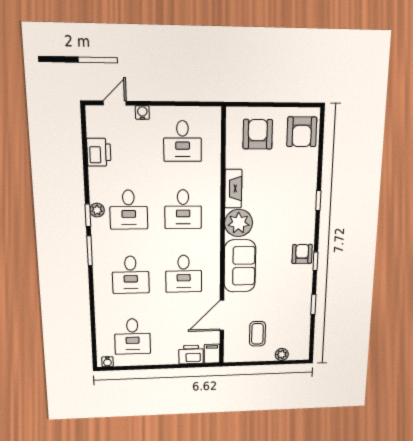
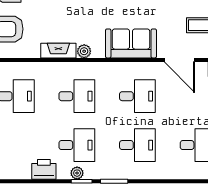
printer: (99, 152) -> (44, 169), moved
plant: (239, 223) -> (84, 51), width x0.53, depth x0.53

